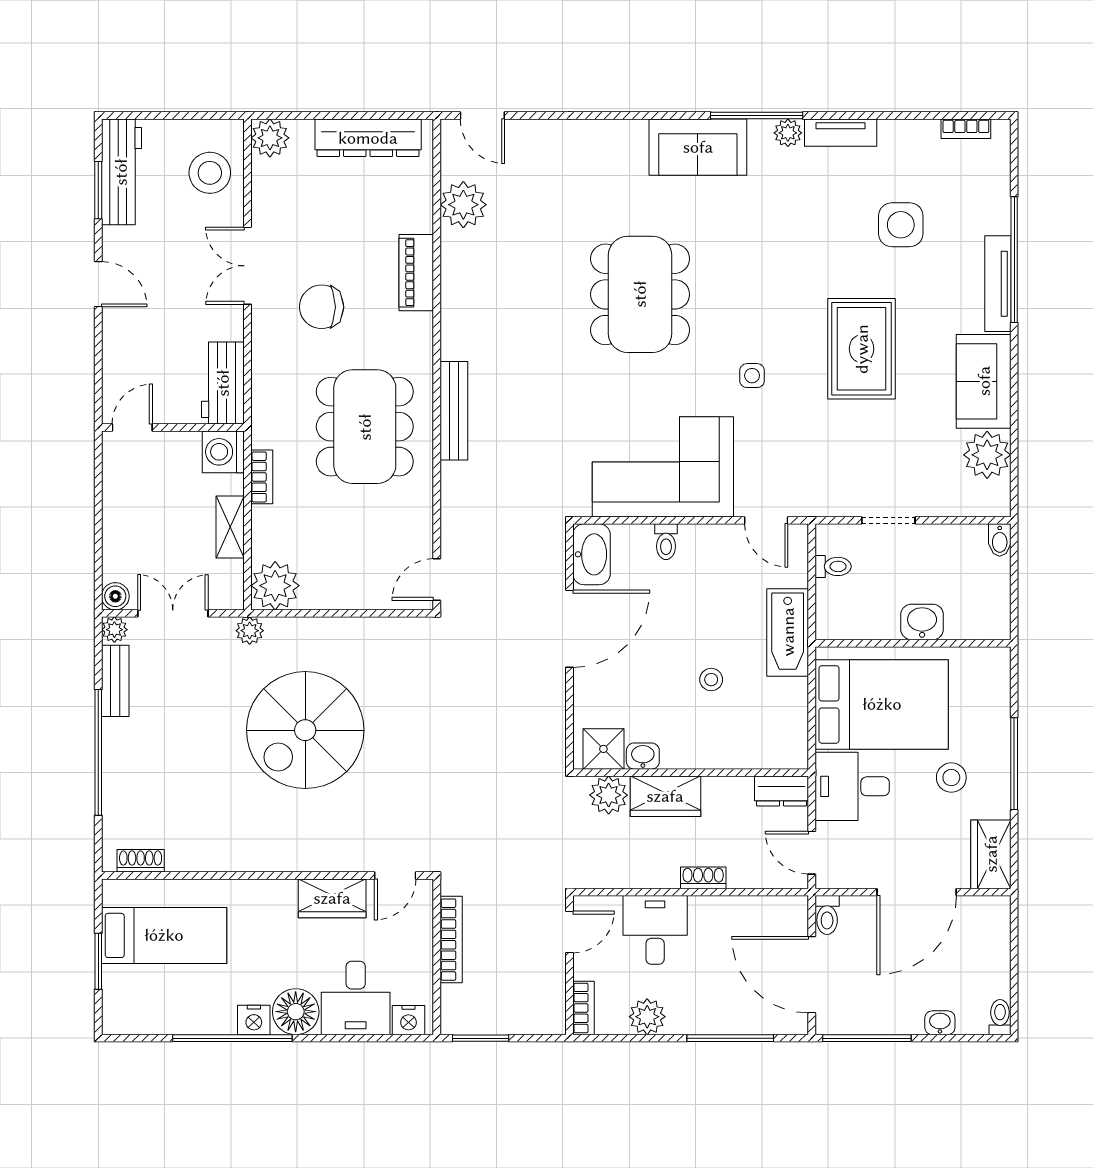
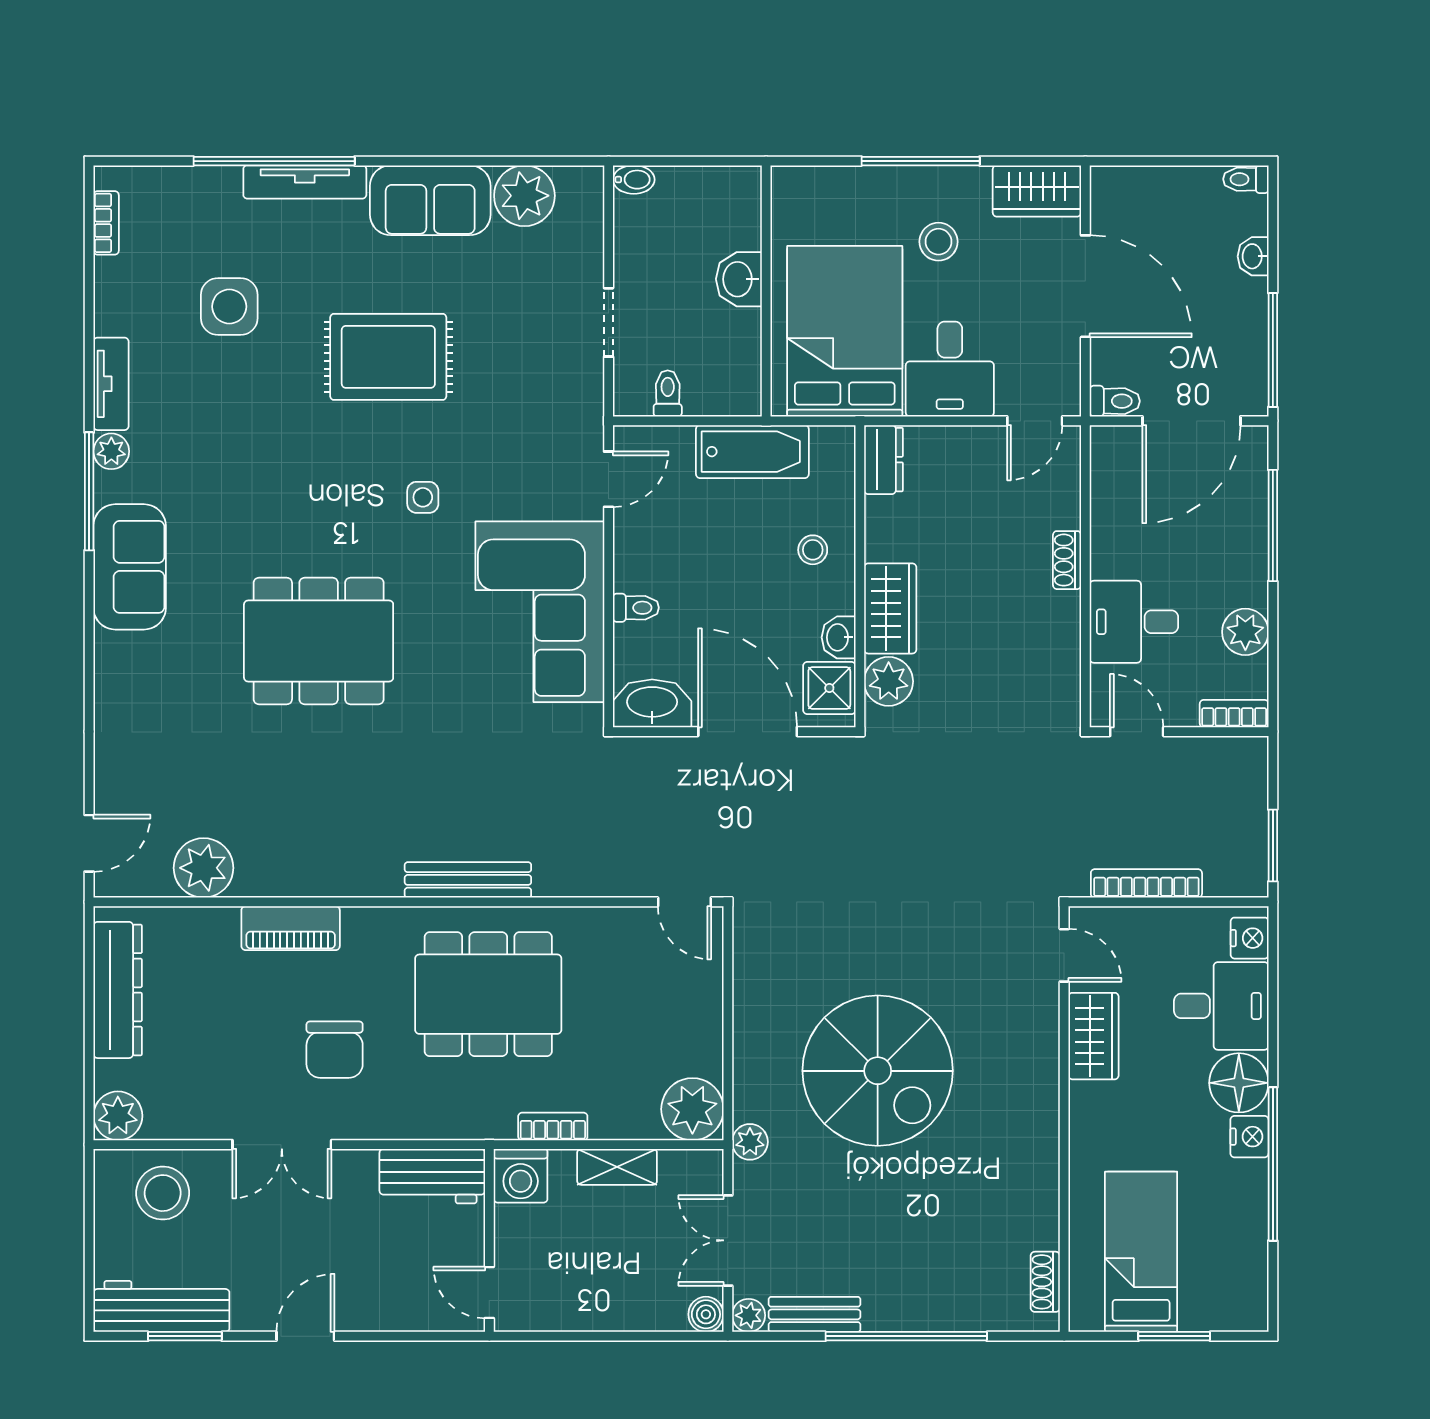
shower: (603, 749) -> (829, 688), moved
washbasin: (643, 756) -> (839, 637), moved
wall: (691, 773) -> (860, 576), moved
dresser: (781, 791) -> (883, 460), moved
plant: (609, 795) -> (889, 681), moved
wardrobe: (665, 796) -> (890, 608), moved

